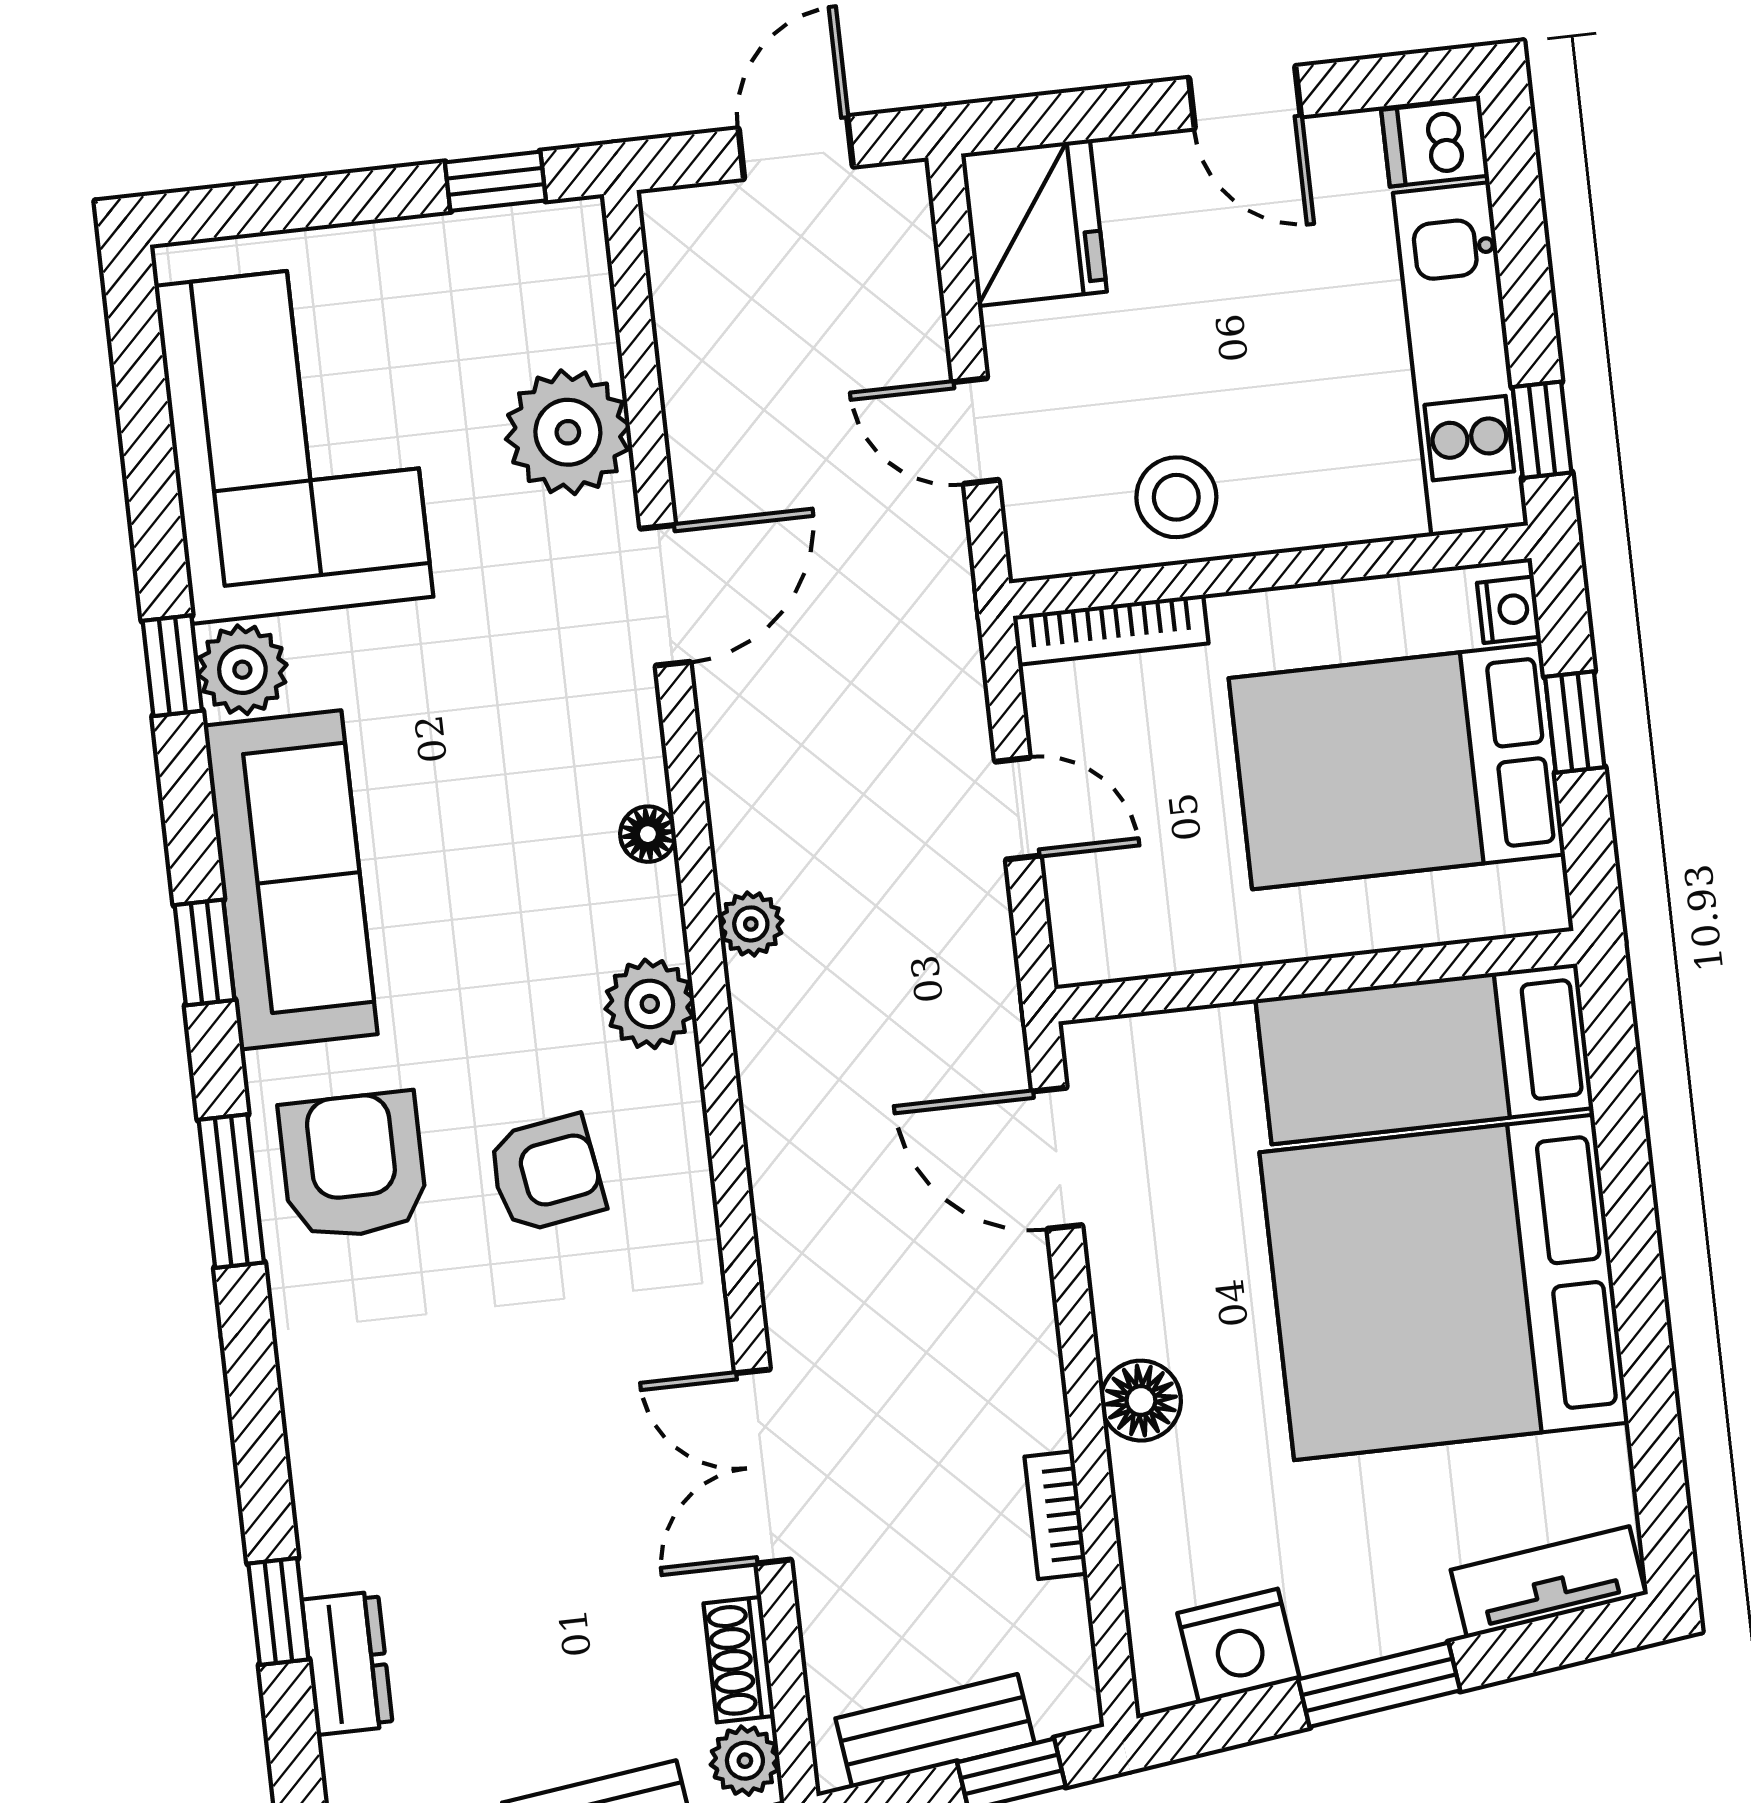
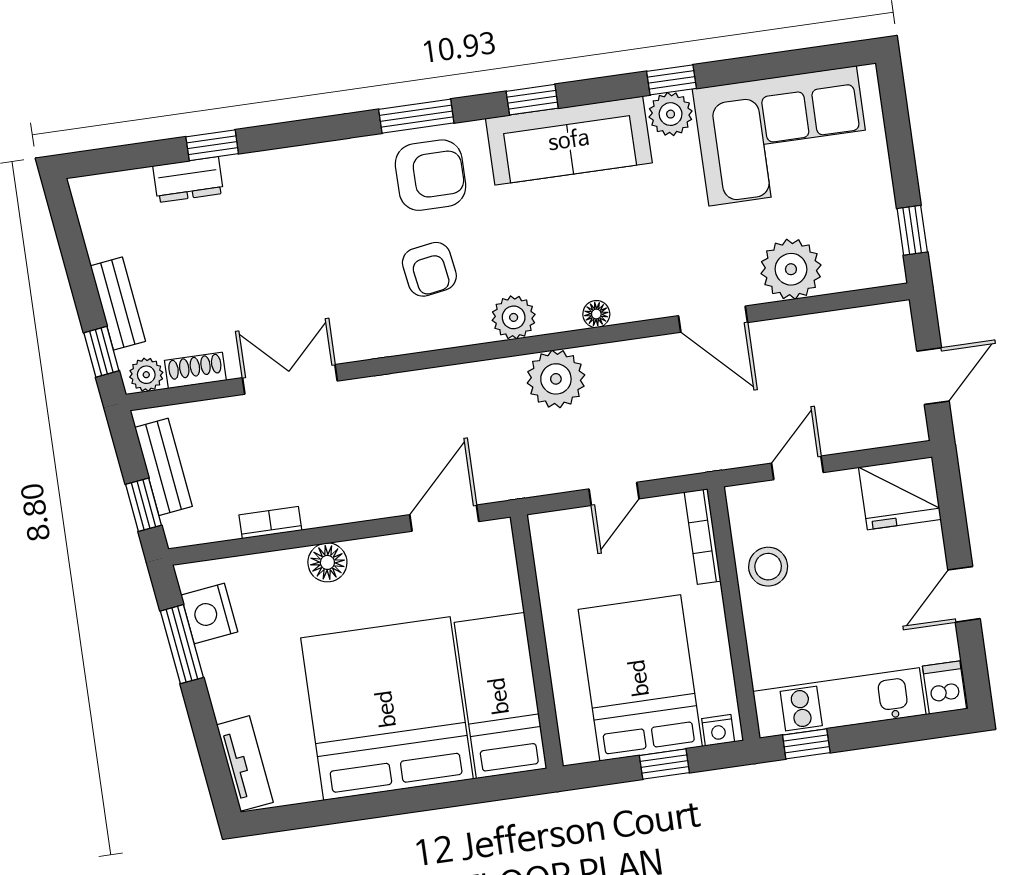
door: (796, 148) -> (933, 376), hinge flipped
plant: (751, 924) -> (556, 379), width x1.87, depth x1.87
window: (1379, 1685) -> (182, 644), moved

